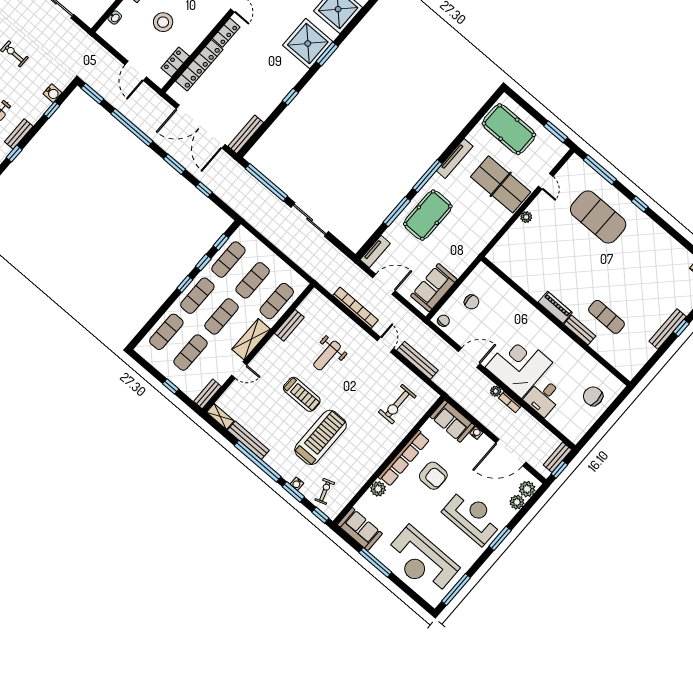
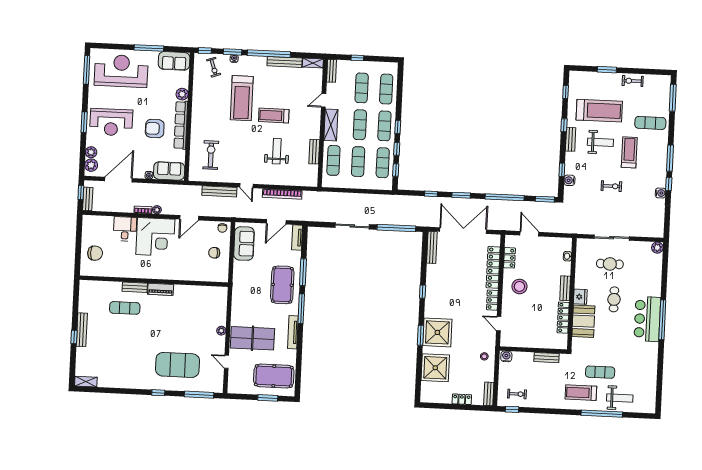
stool: (163, 22) -> (519, 286), moved
window: (556, 132) -> (268, 398), moved

